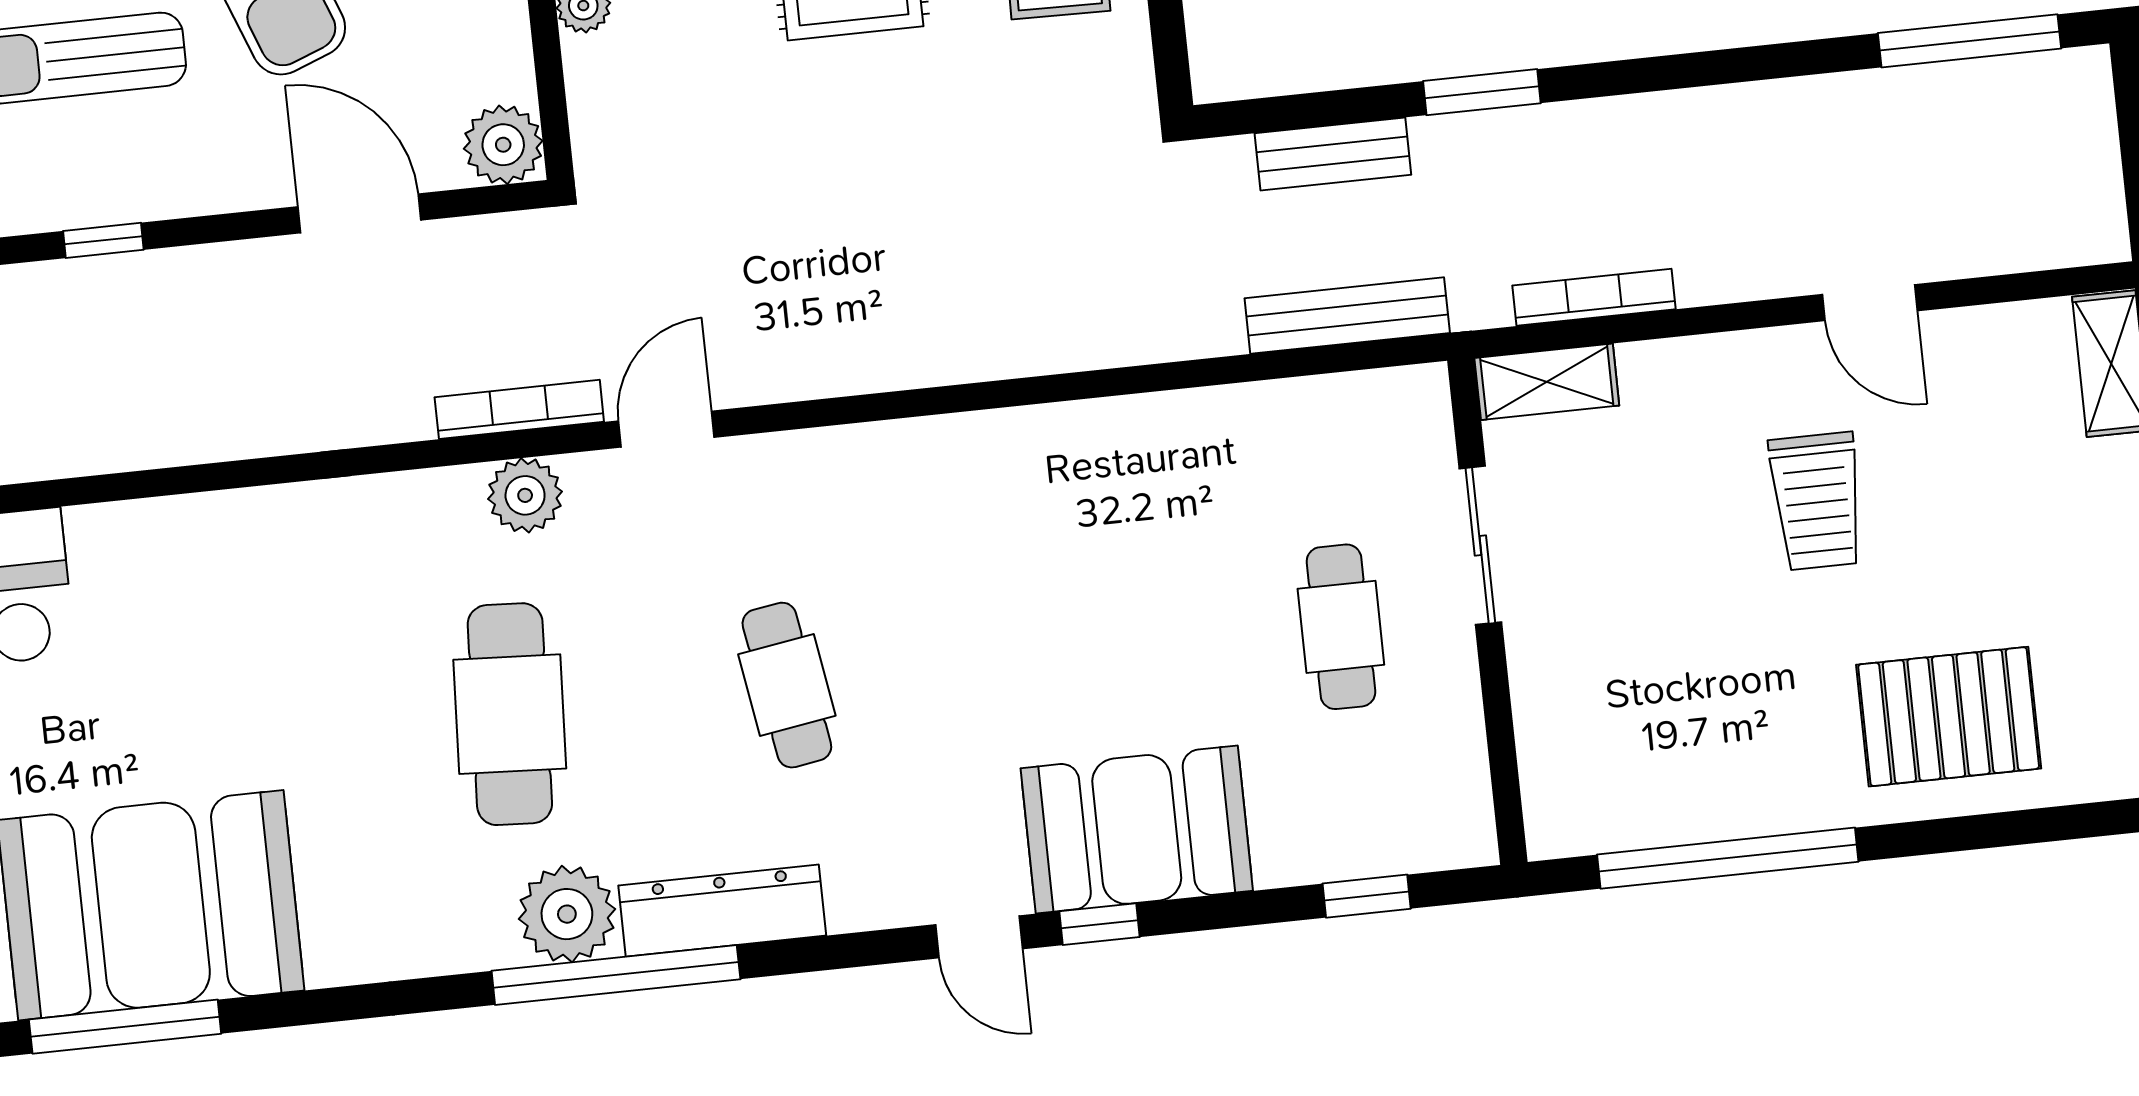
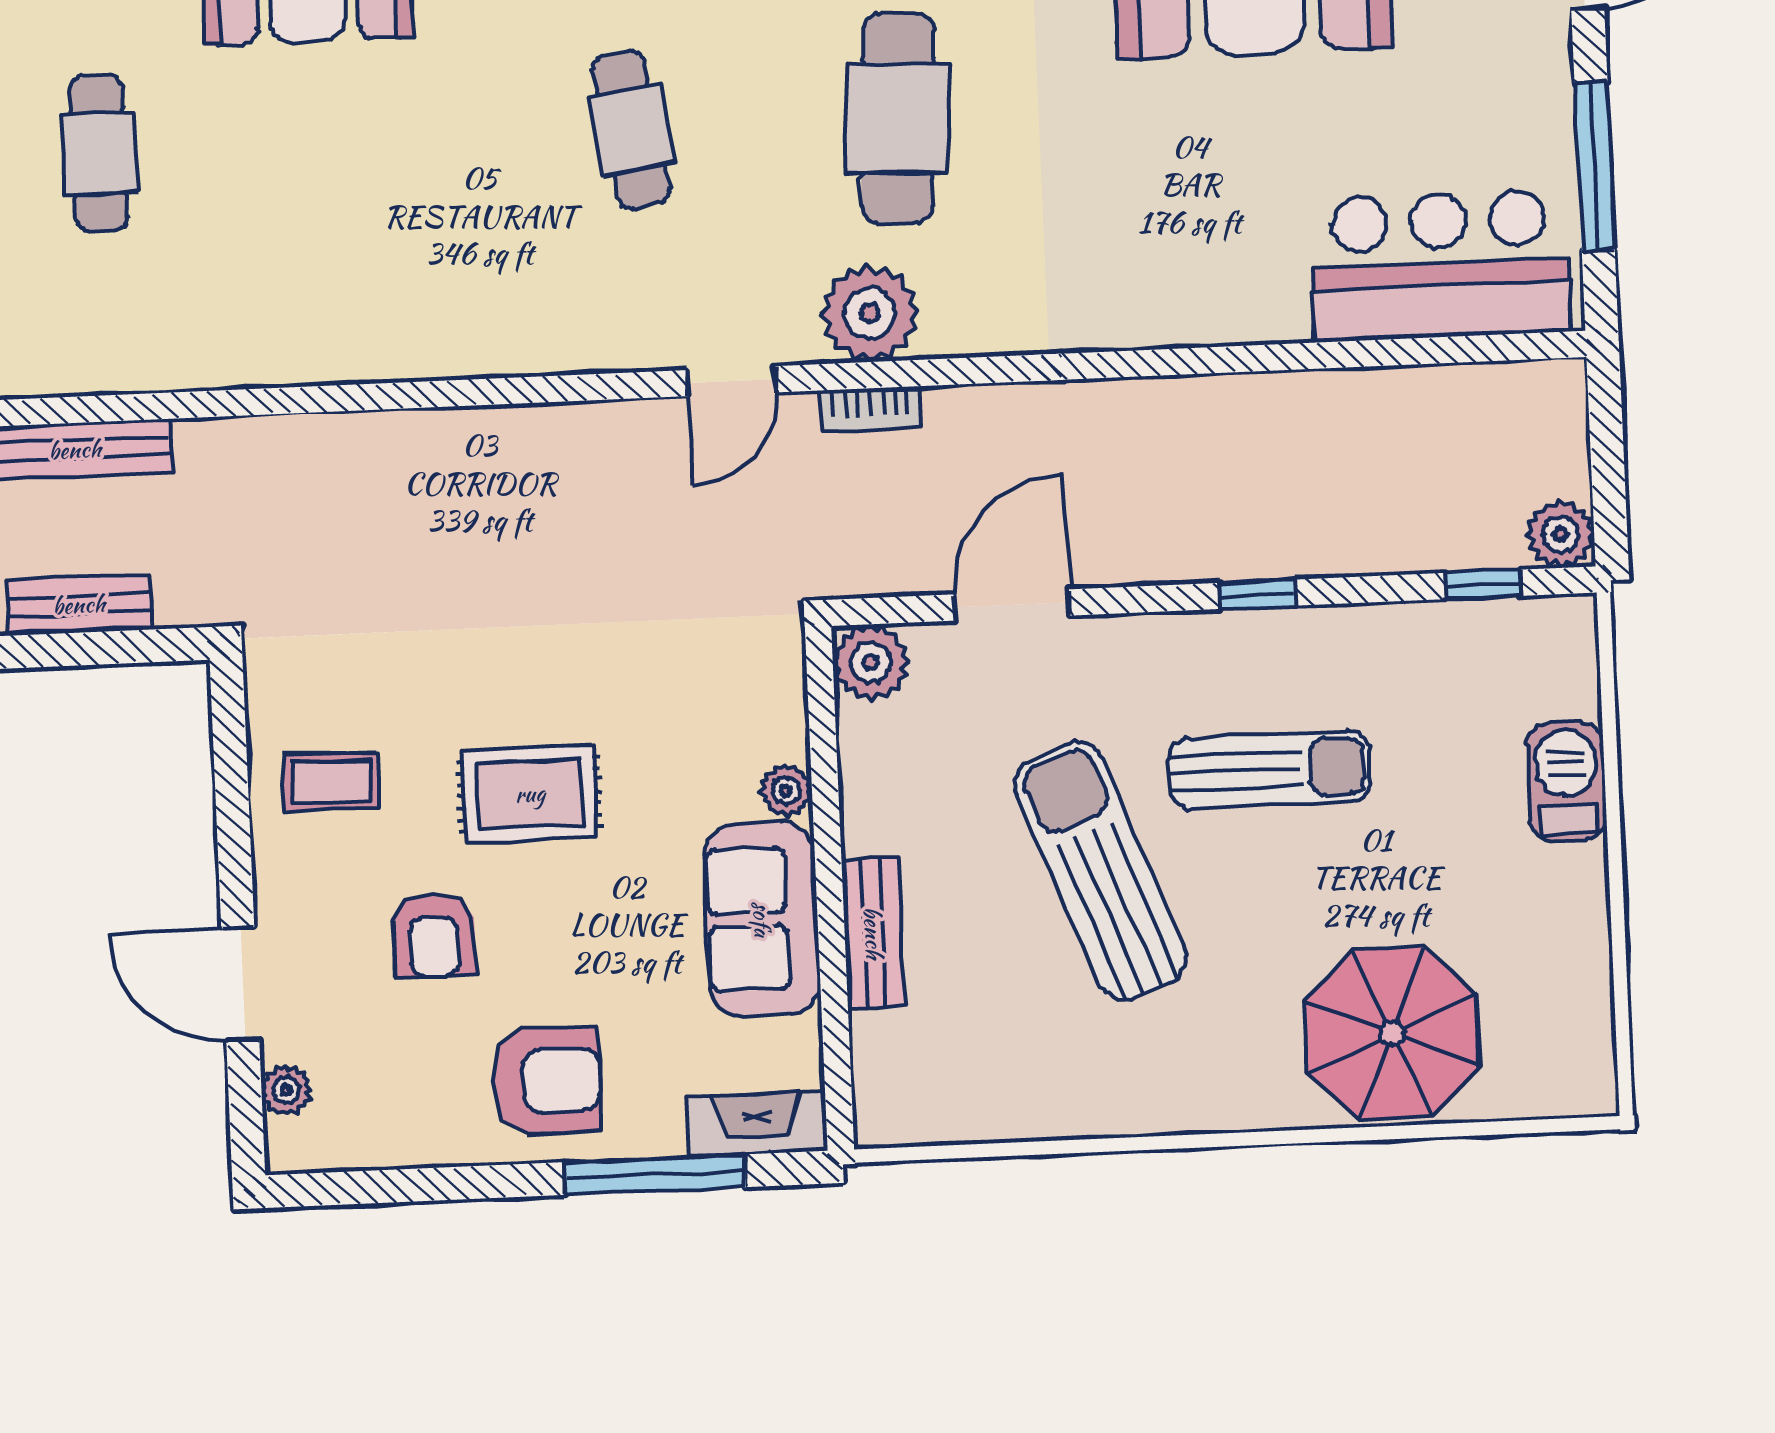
door: (360, 213) -> (1012, 605), swing flipped
bookcase: (519, 409) -> (871, 409), width x0.64
plant: (525, 495) -> (870, 313), width x1.36, depth x1.36

